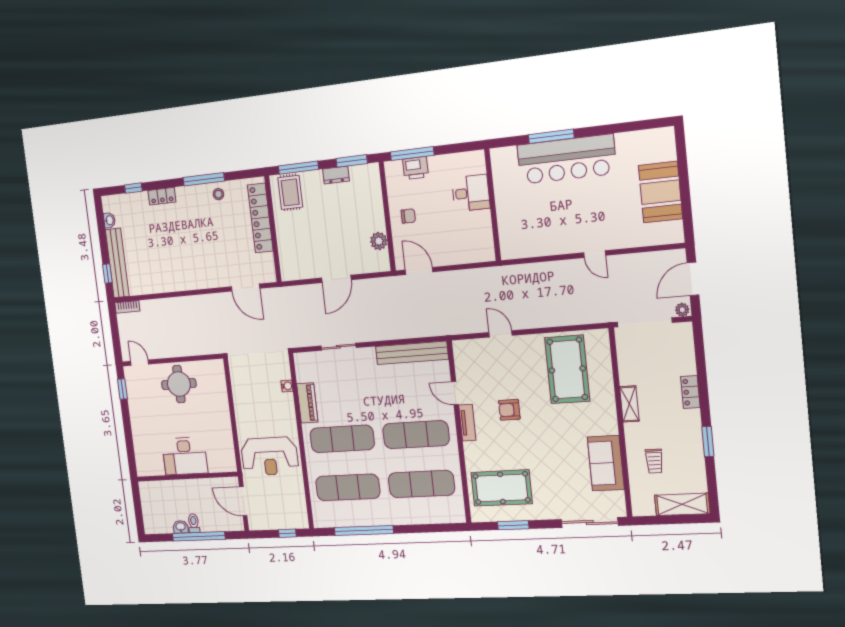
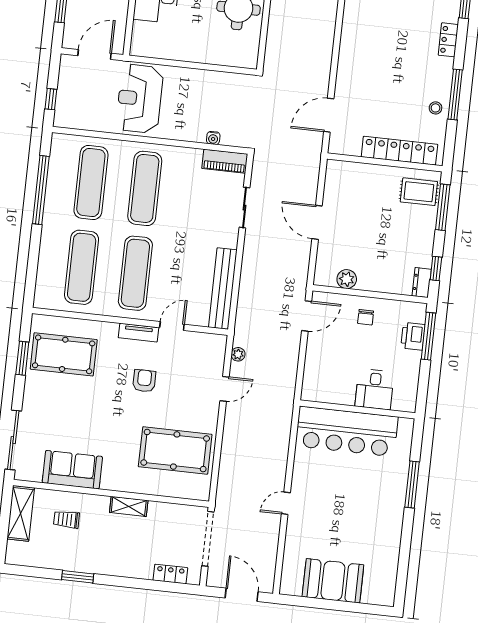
bar counter: (567, 159) -> (347, 431), moved, turned -90
window: (352, 161) -> (436, 269), width x0.67
dresser: (336, 175) -> (422, 283), moved
plant: (682, 310) -> (238, 354), moved
locker: (690, 392) -> (170, 574), moved
piano: (307, 403) -> (225, 161), moved
pool table: (502, 488) -> (64, 354), turned 90
shelving: (682, 504) -> (21, 513), moved

